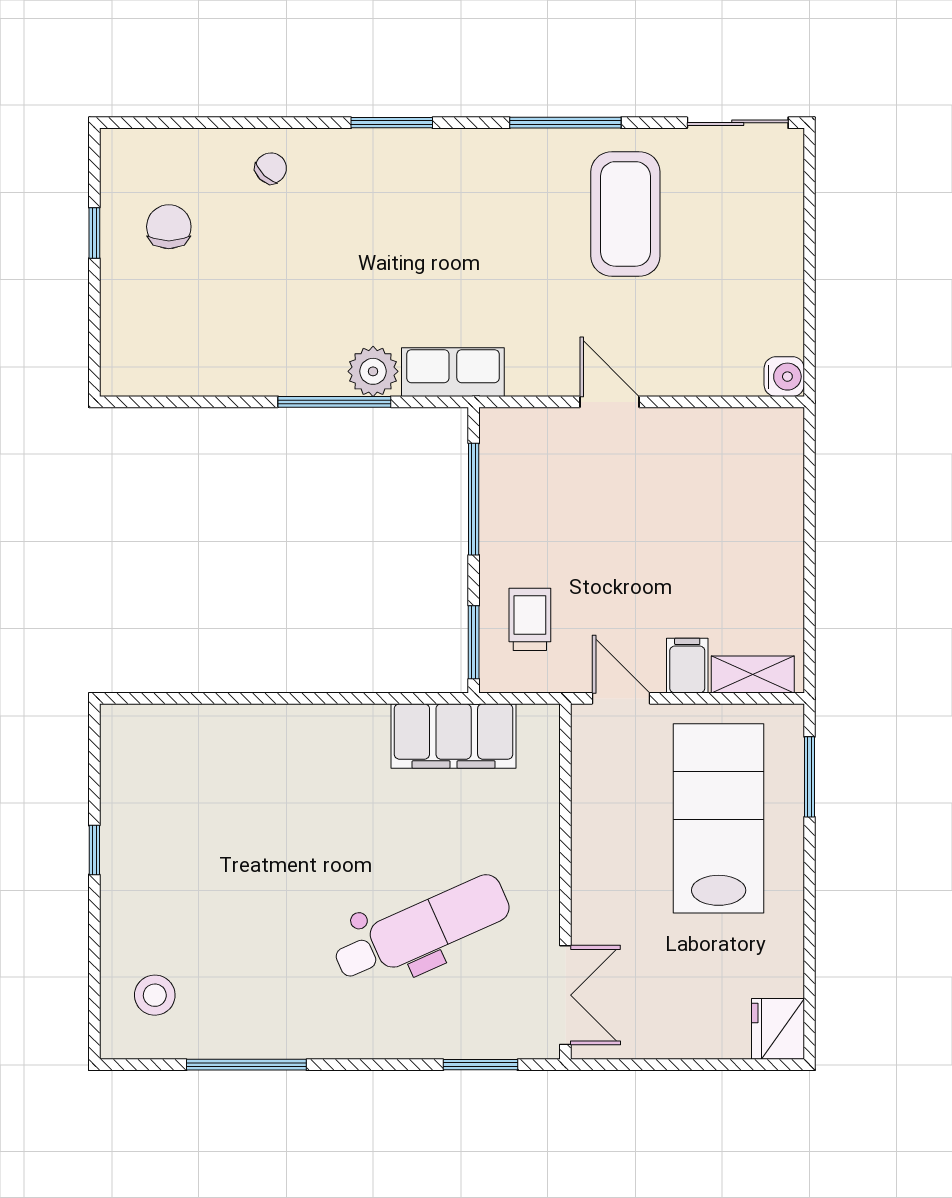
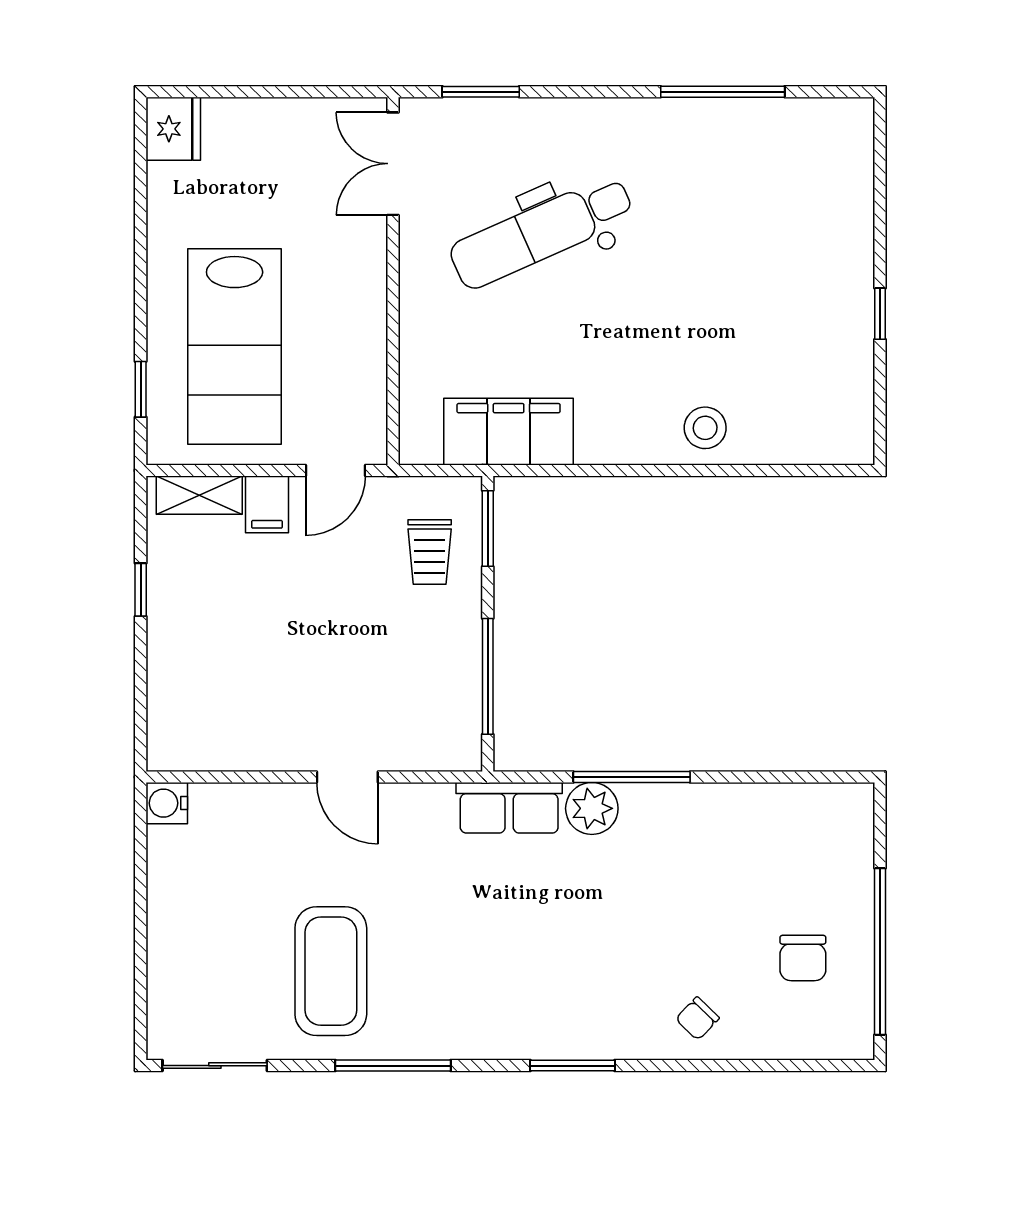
window: (94, 233) -> (880, 952), width x3.17
window: (809, 583) -> (141, 590), added
door: (621, 698) -> (335, 470), hinge flipped
window: (809, 777) -> (141, 389), width x0.67
stool: (155, 995) -> (705, 428), moved

